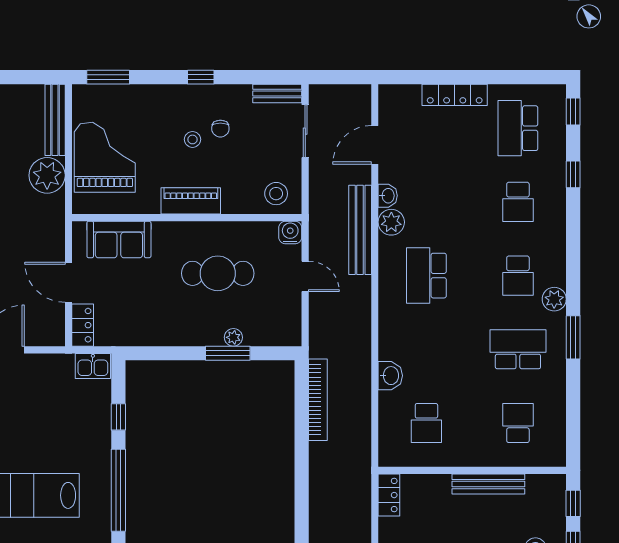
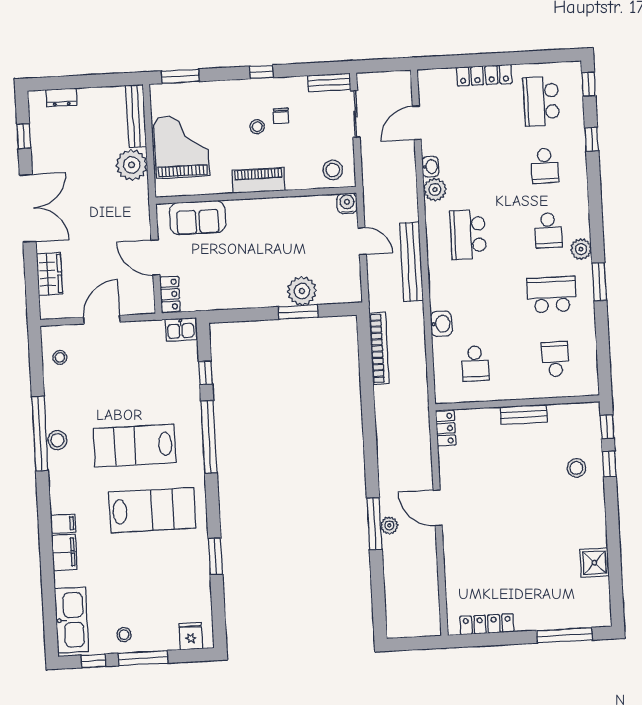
bench: (360, 230) -> (411, 262), moved
cafe table: (218, 273) -> (286, 243), removed
plant: (233, 337) -> (302, 291), width x1.88, depth x1.88
bench: (488, 484) -> (524, 414), width x0.73

